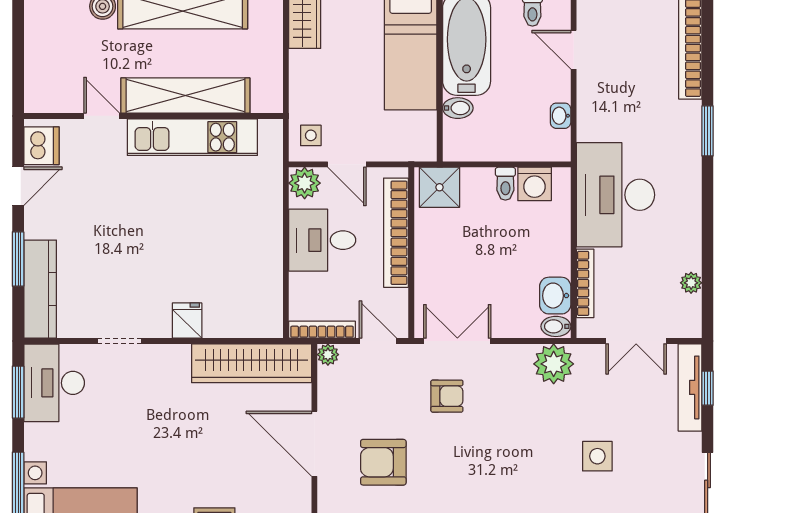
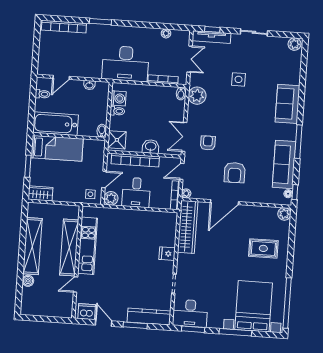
bidet: (458, 108) -> (102, 131), moved
washbasin: (555, 296) -> (151, 147), moved, turned 180

